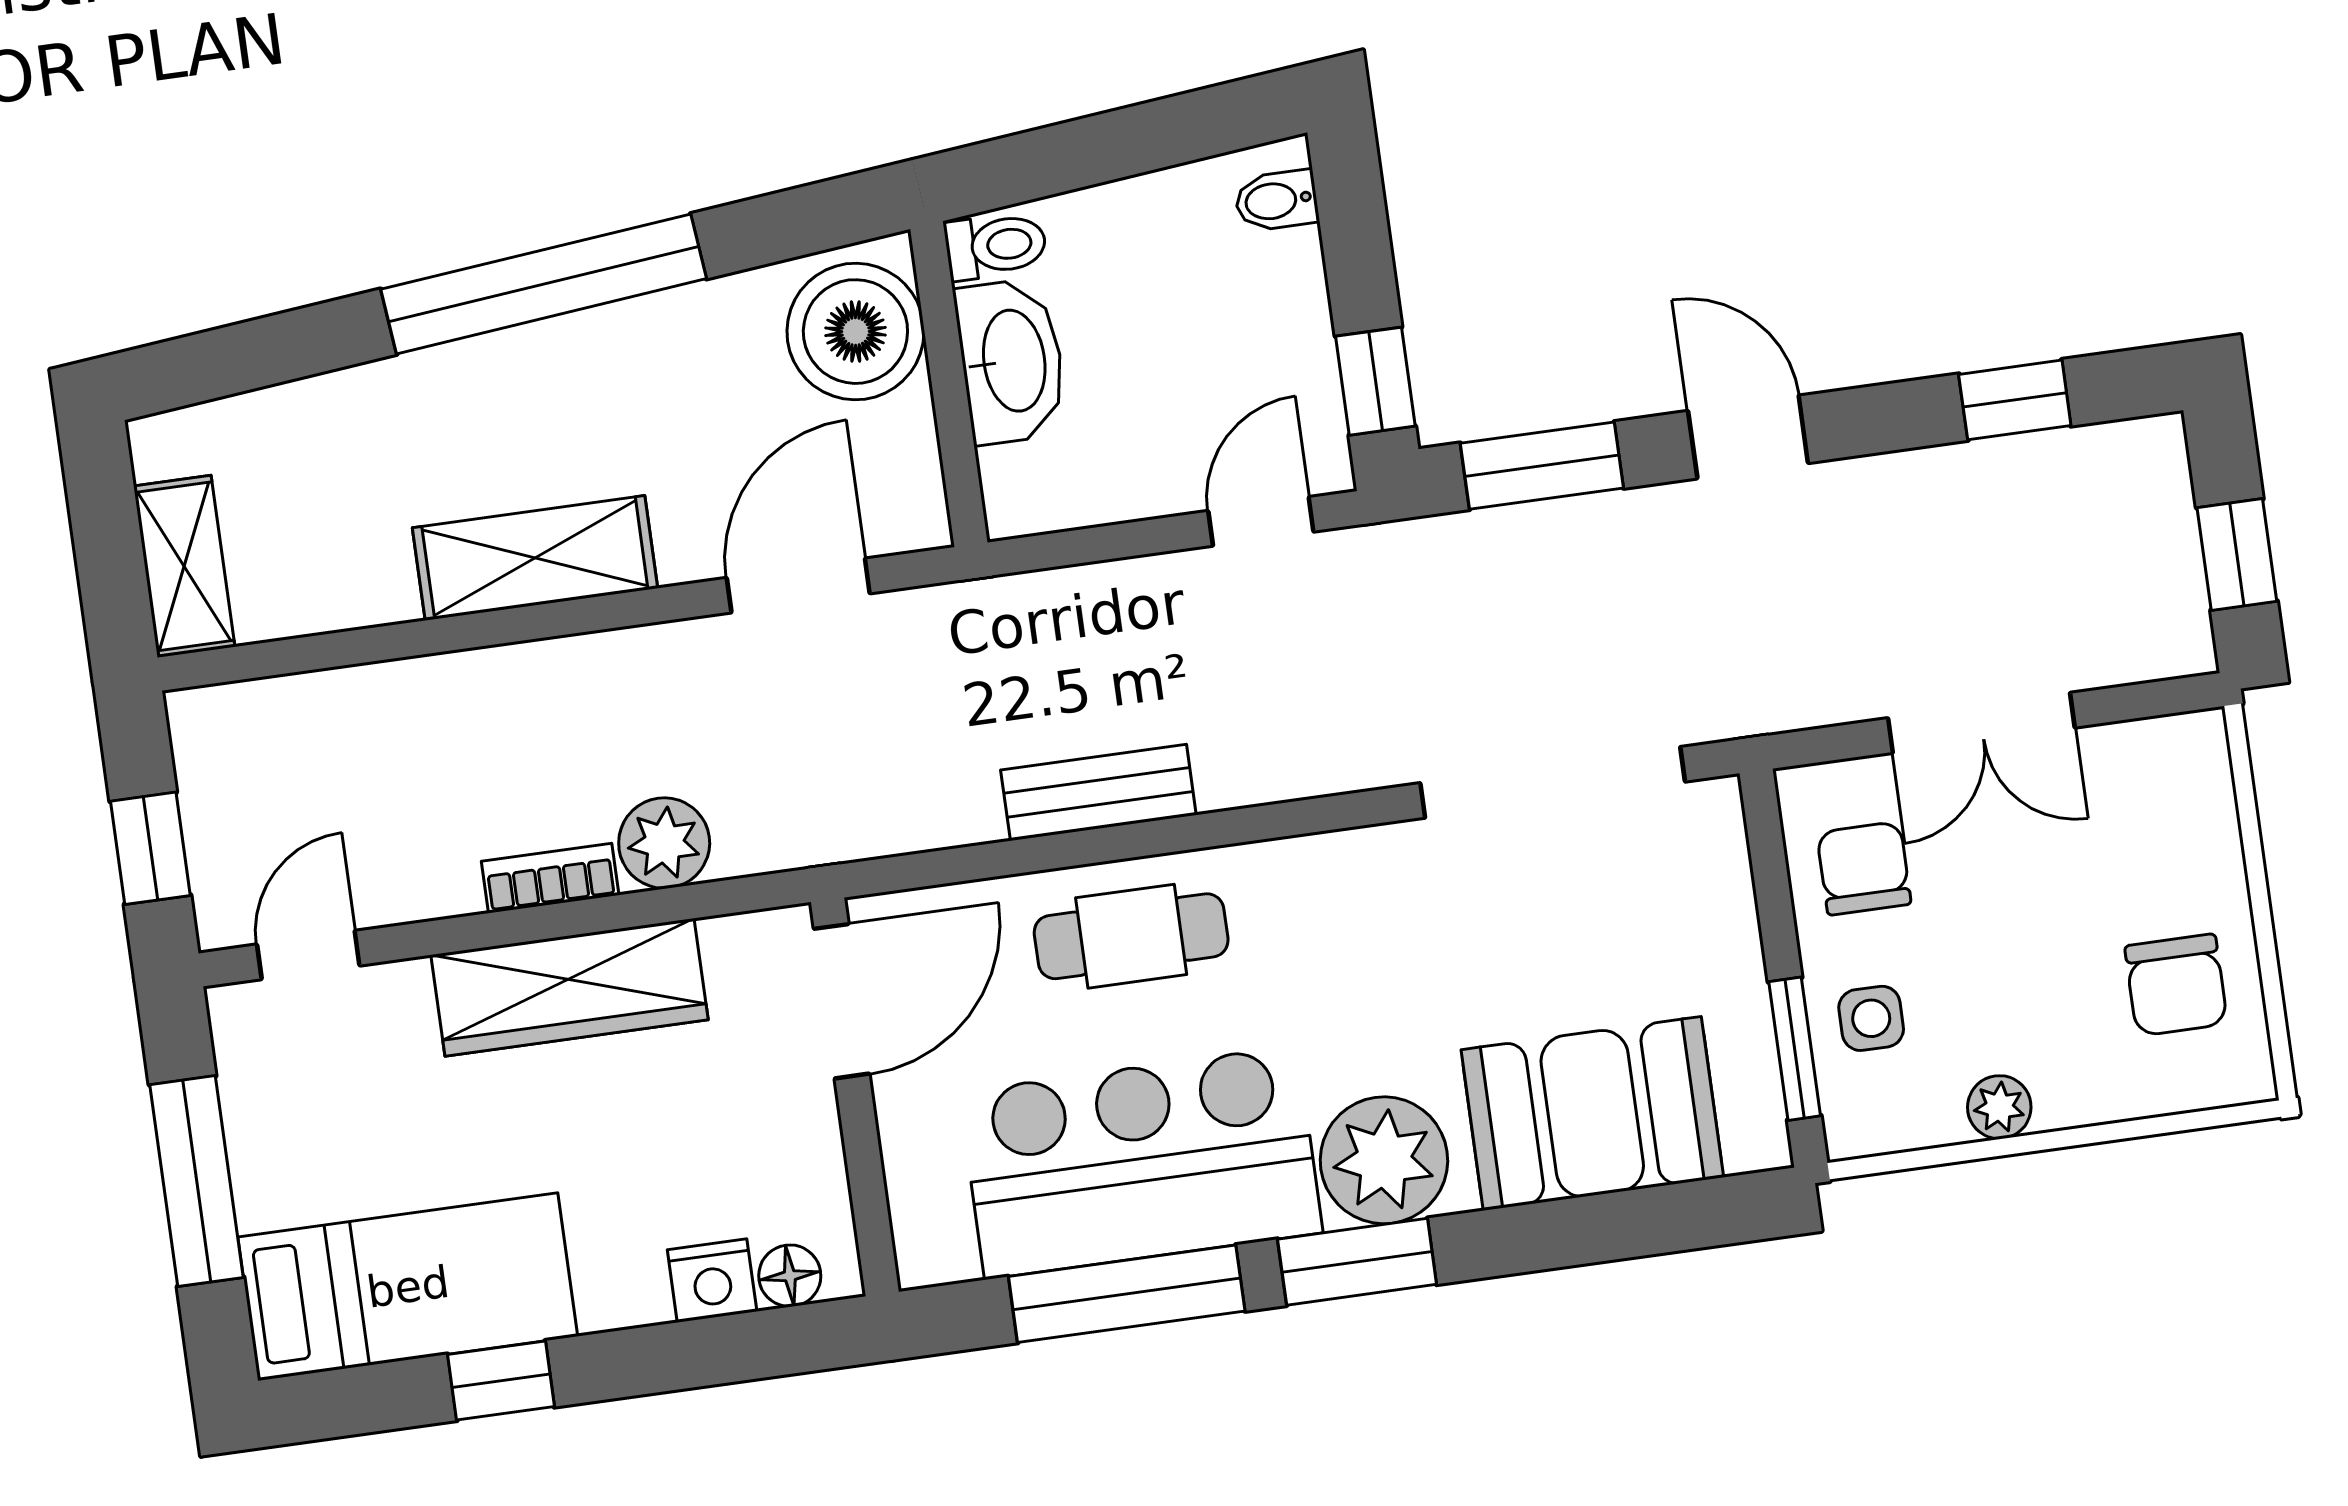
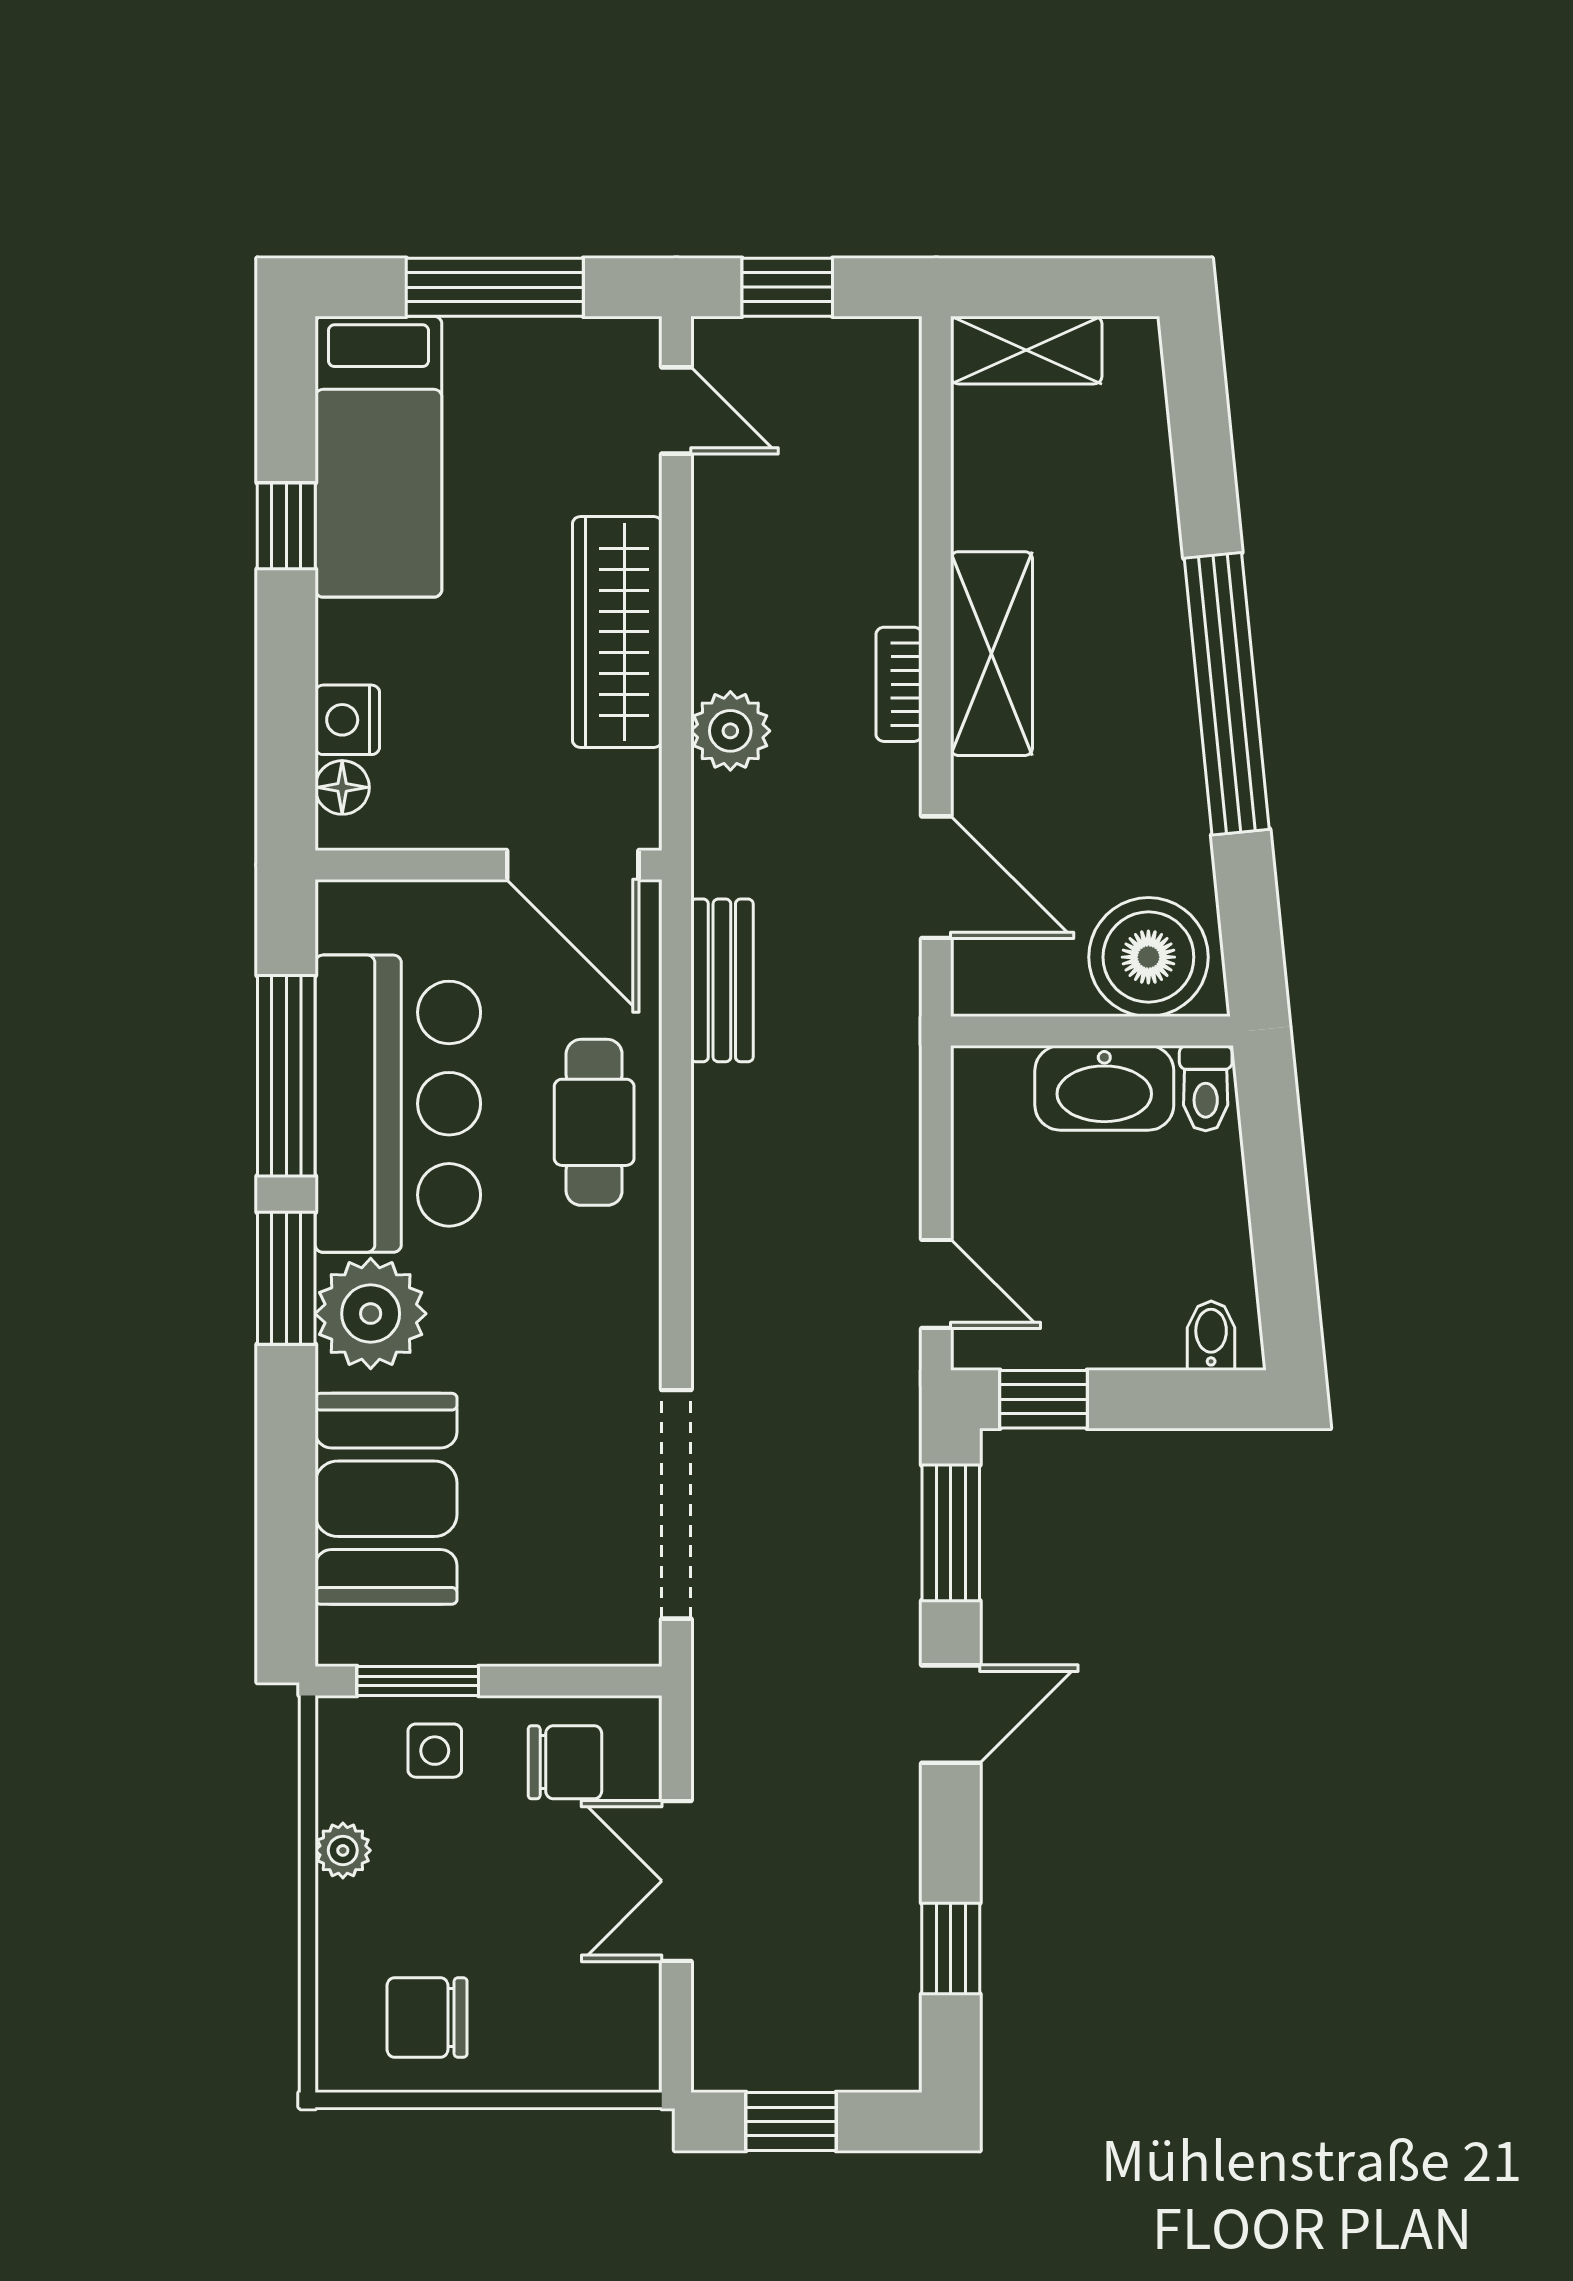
bench: (1098, 793) -> (722, 980), moved
bookcase: (550, 878) -> (899, 684), moved, turned 180

